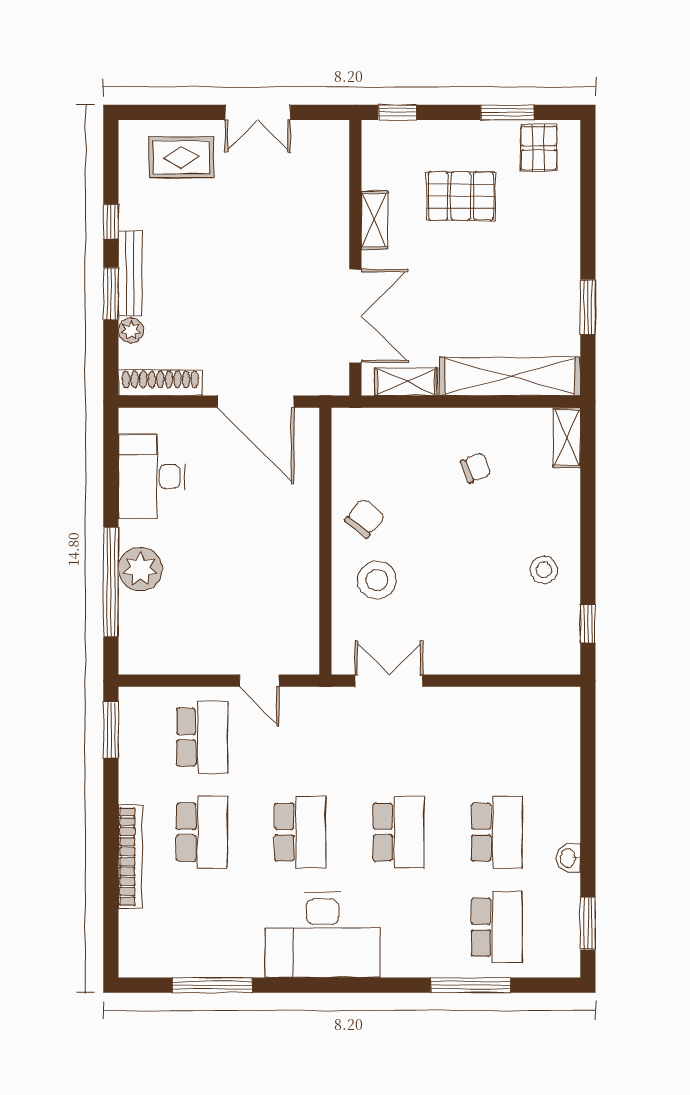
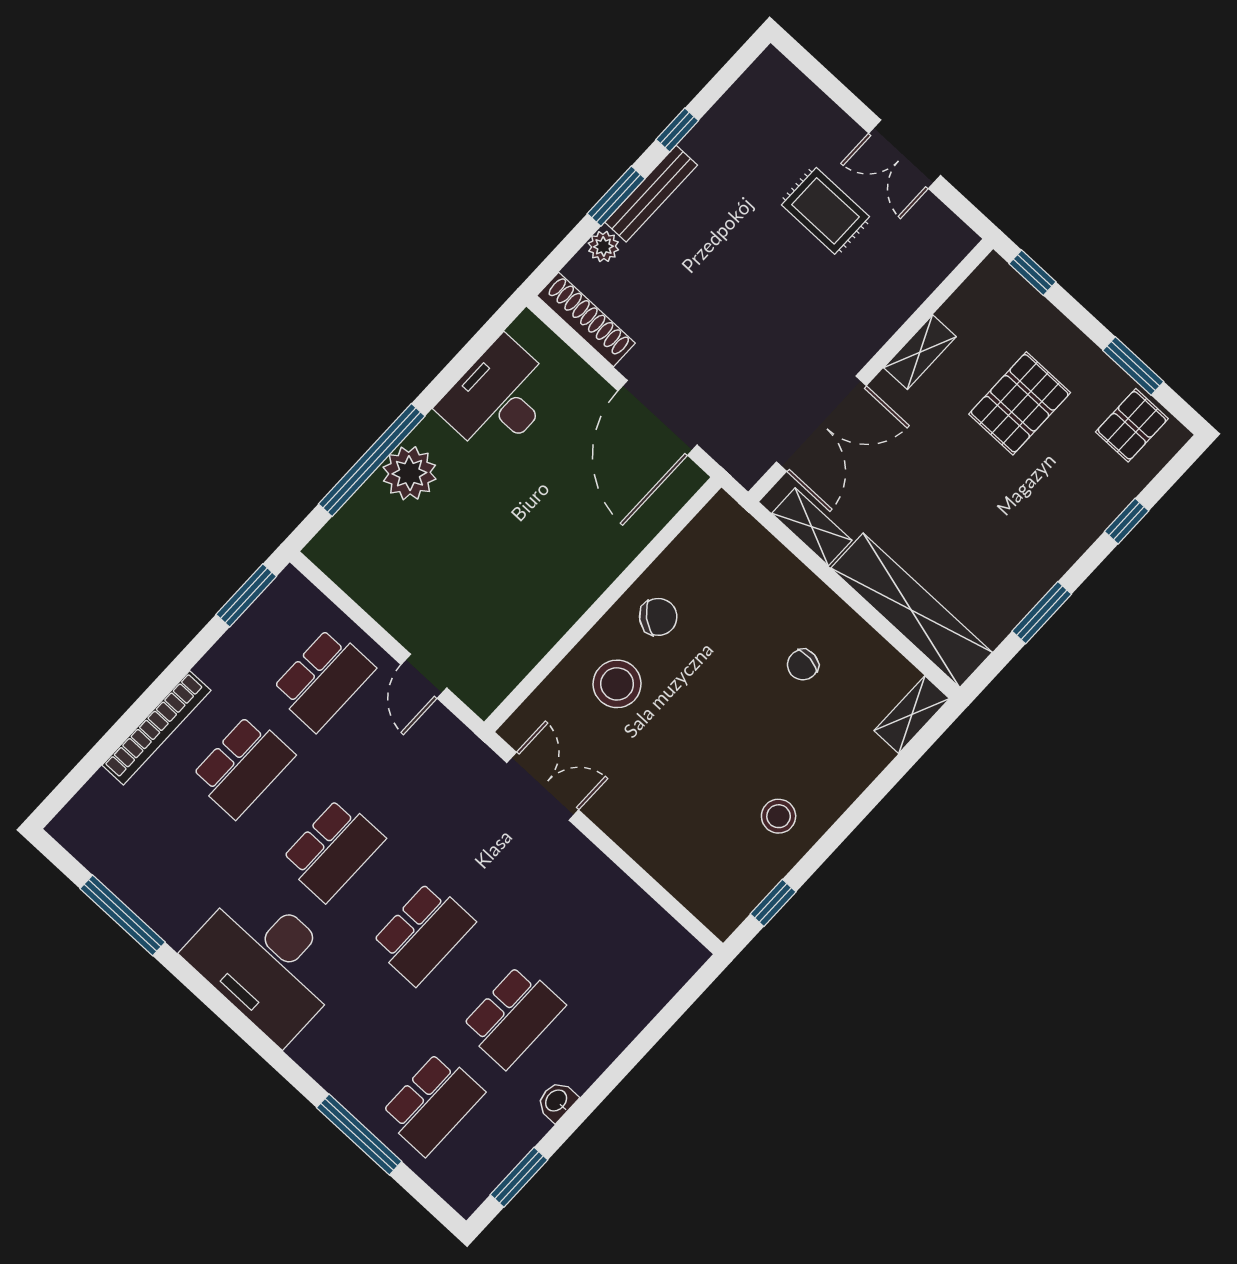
rug: (181, 157) -> (825, 211), moved
pallet: (461, 196) -> (1020, 403), turned 90
window: (588, 207) -> (1127, 521), added
chair: (476, 468) -> (803, 665), turned 120

